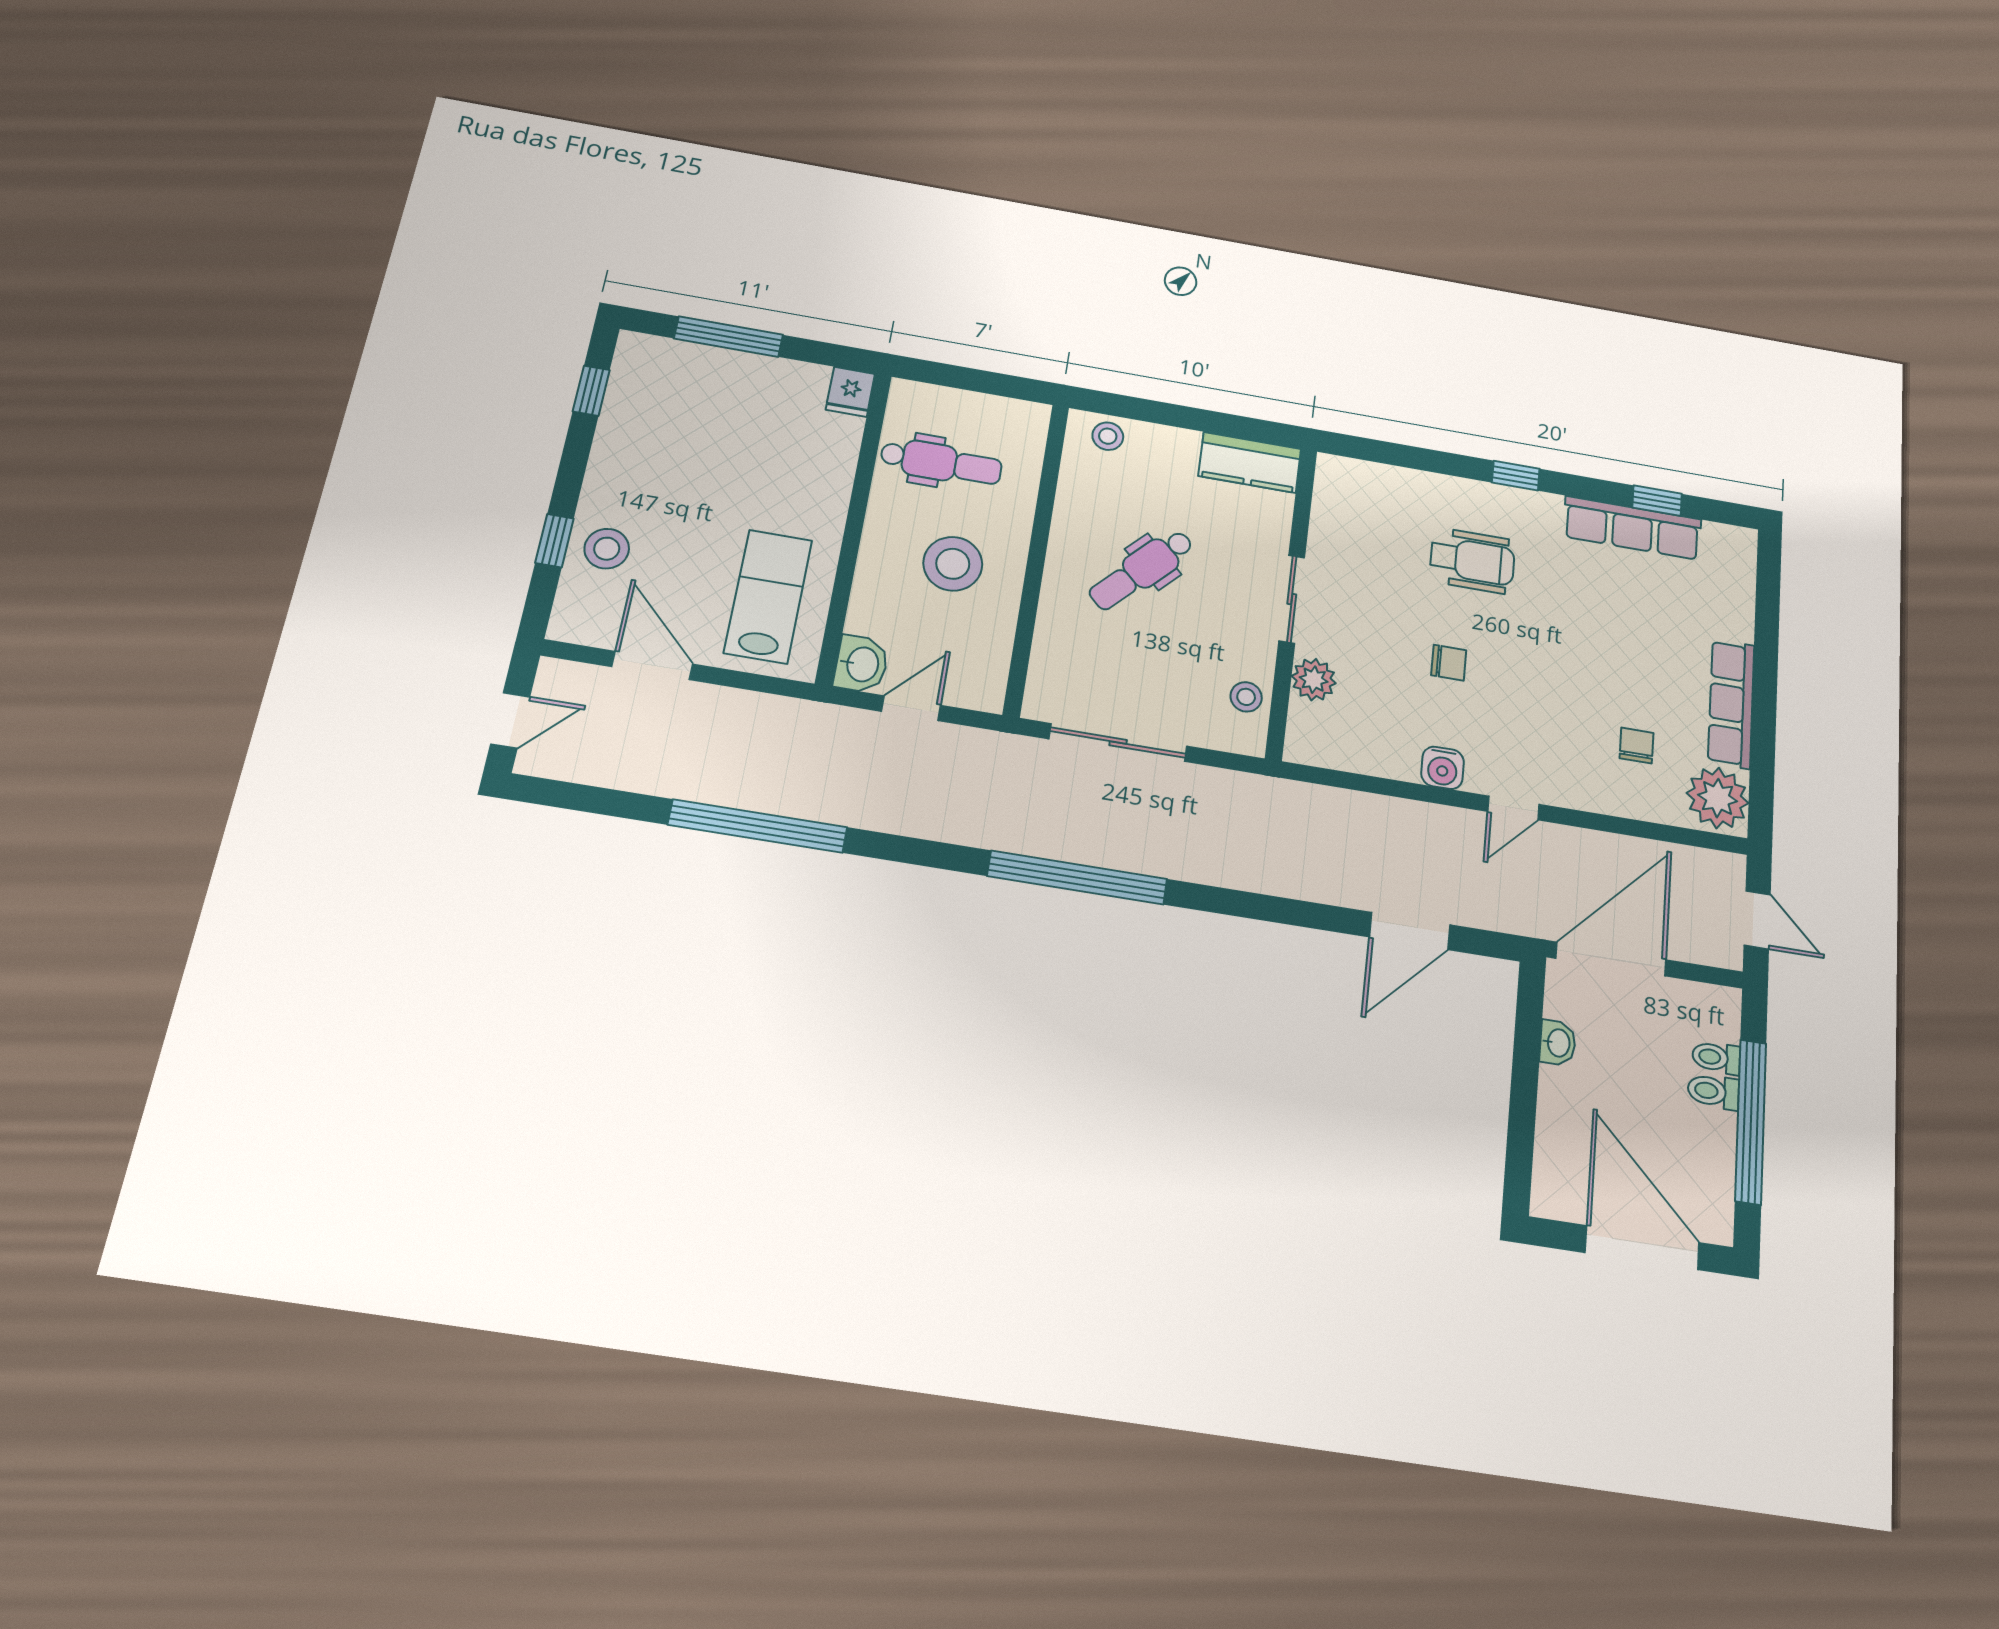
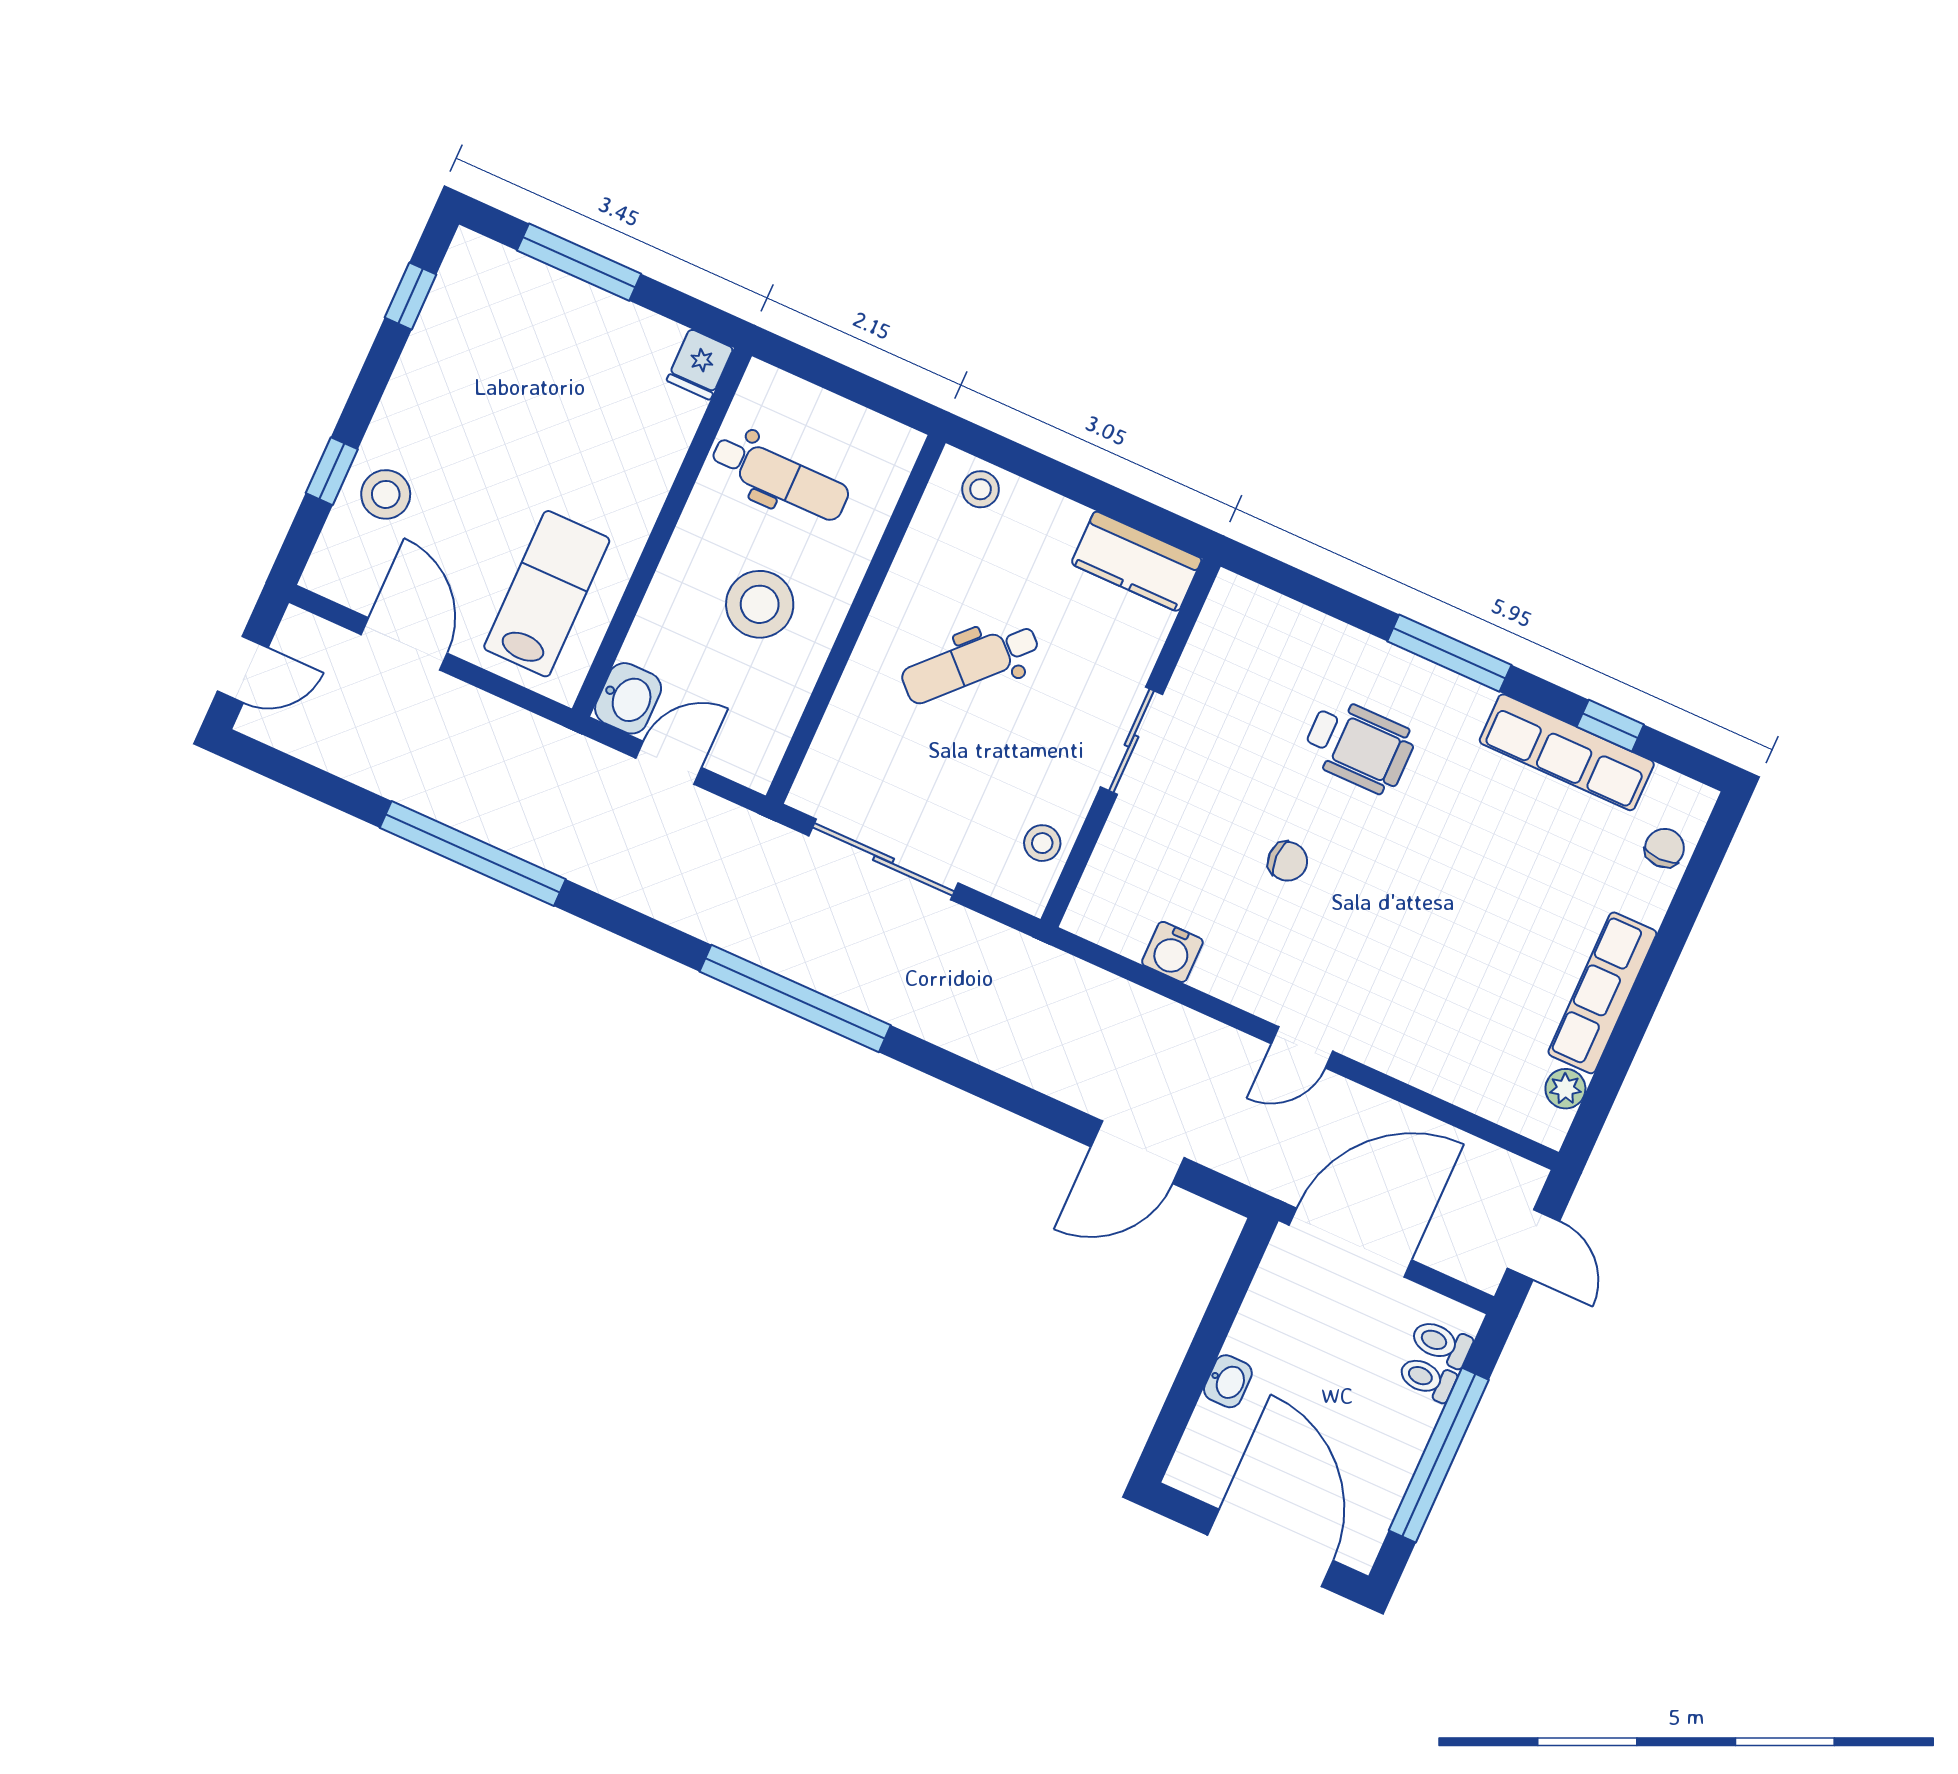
window: (1516, 476) -> (1449, 653), width x2.17
plant: (1314, 680) -> (1125, 842), removed
chair: (1636, 746) -> (1665, 848), moved
water cooler: (1443, 768) -> (1172, 952), moved
plant: (1718, 798) -> (1565, 1089), width x0.53, depth x0.53
washbasin: (1558, 1043) -> (1228, 1381), moved
toilet: (1713, 1091) -> (1441, 1343), moved

